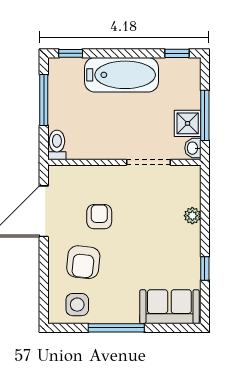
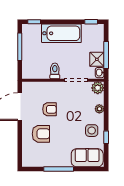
toilet: (57, 145) -> (55, 71), moved
plant: (189, 176) -> (98, 88), added
armchair: (99, 217) -> (49, 109), turned 90
armchair: (83, 262) -> (41, 134), turned -96
side table: (77, 305) -> (92, 131), moved

